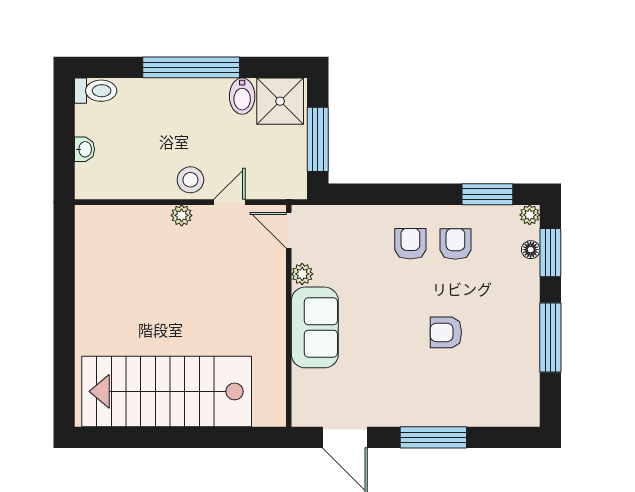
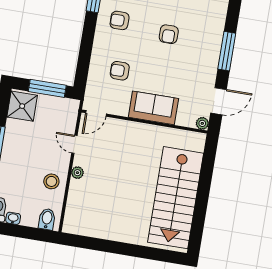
bidet: (242, 96) -> (47, 219), moved, turned -90
washbasin: (85, 149) -> (13, 218), moved
stool: (190, 180) -> (51, 181), moved
armchair: (410, 244) -> (120, 71), moved
plant: (302, 274) -> (202, 123), moved

